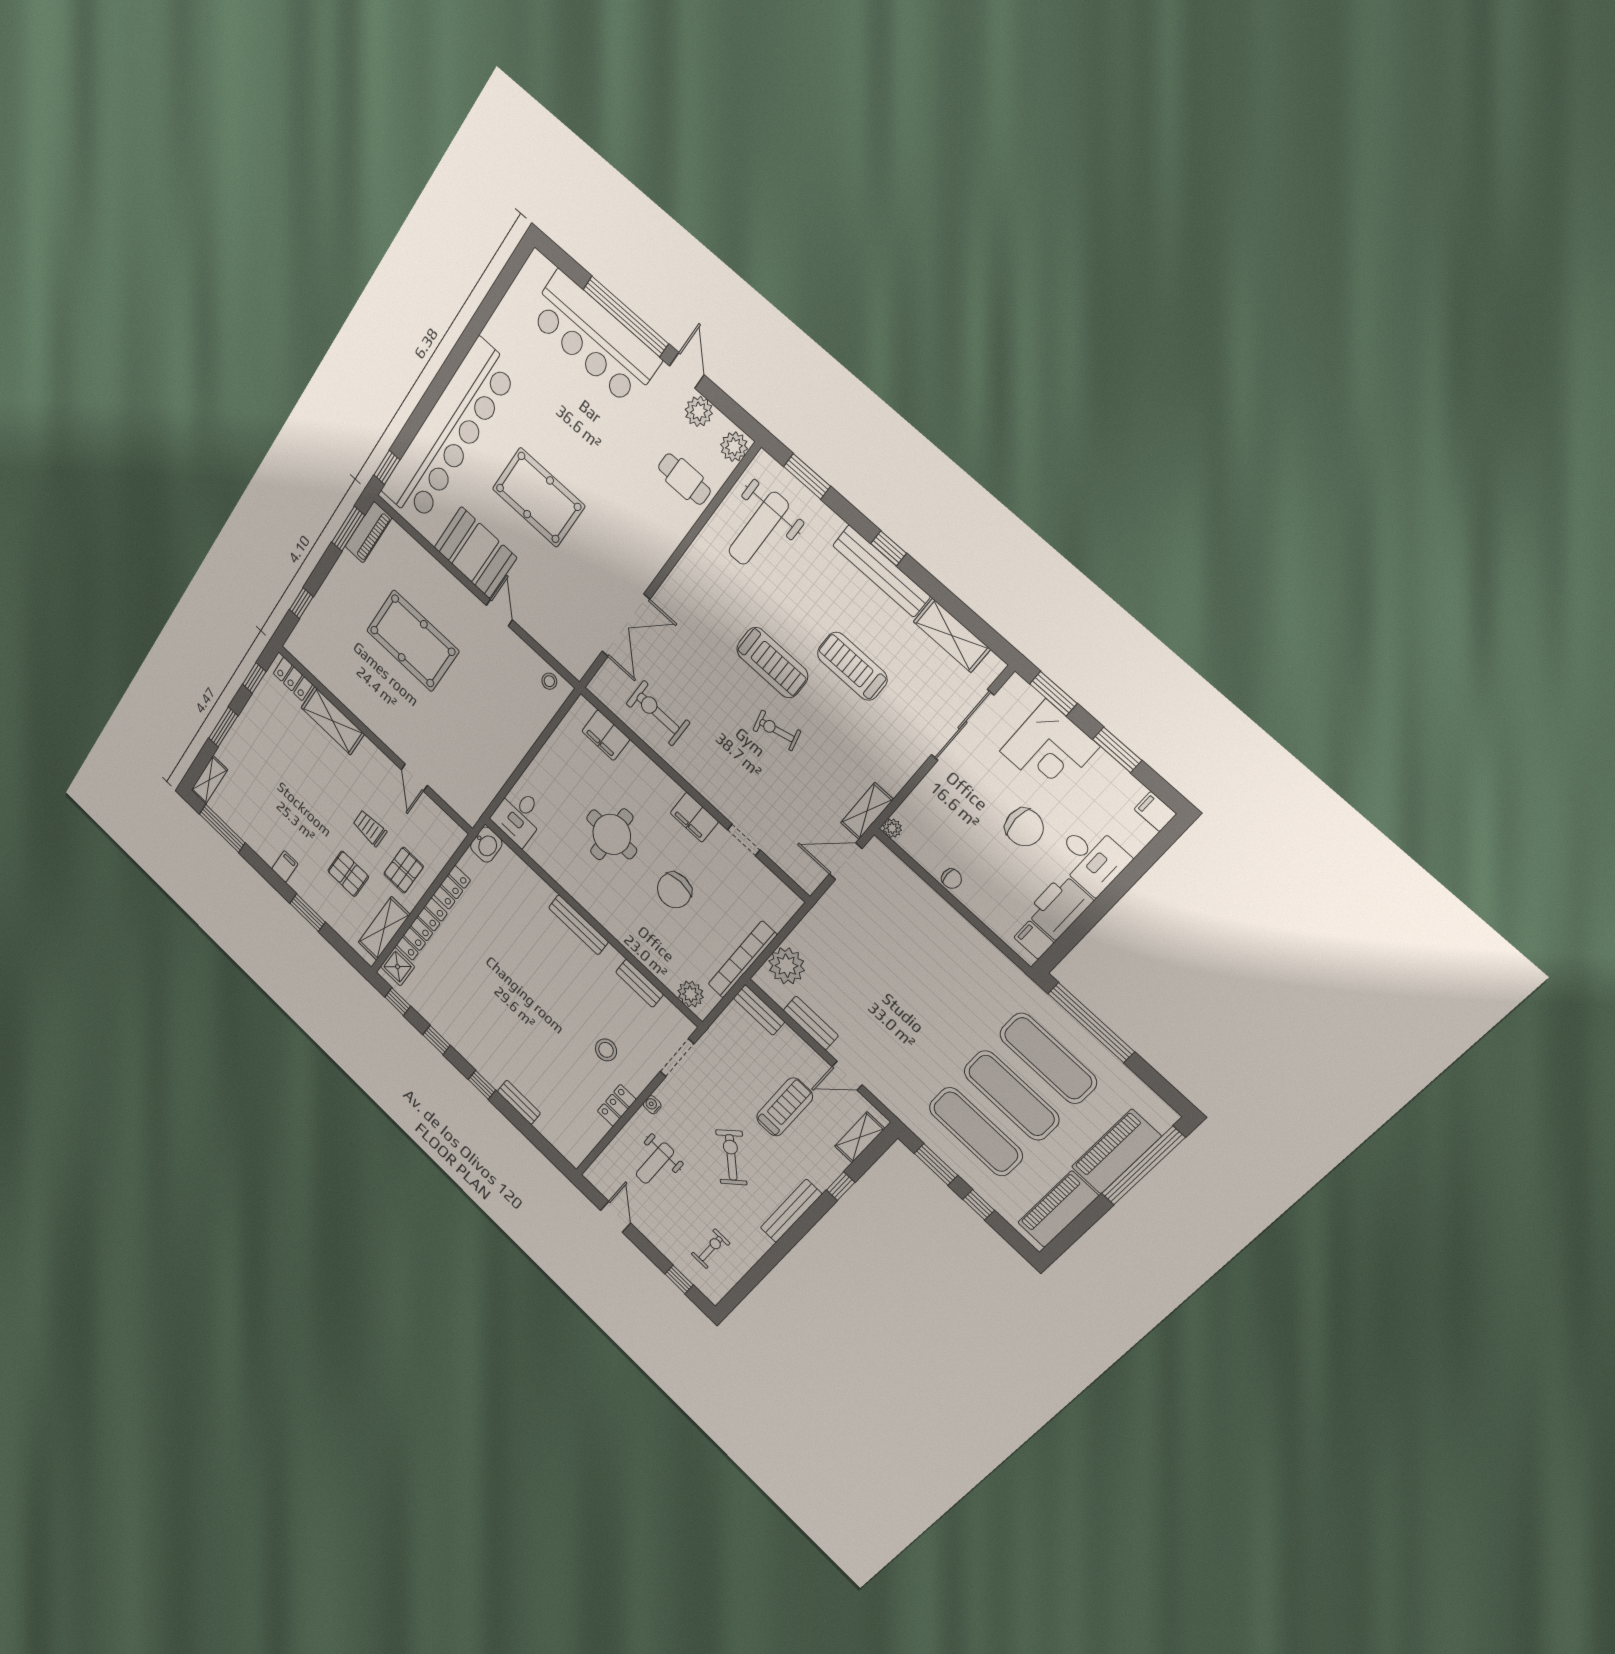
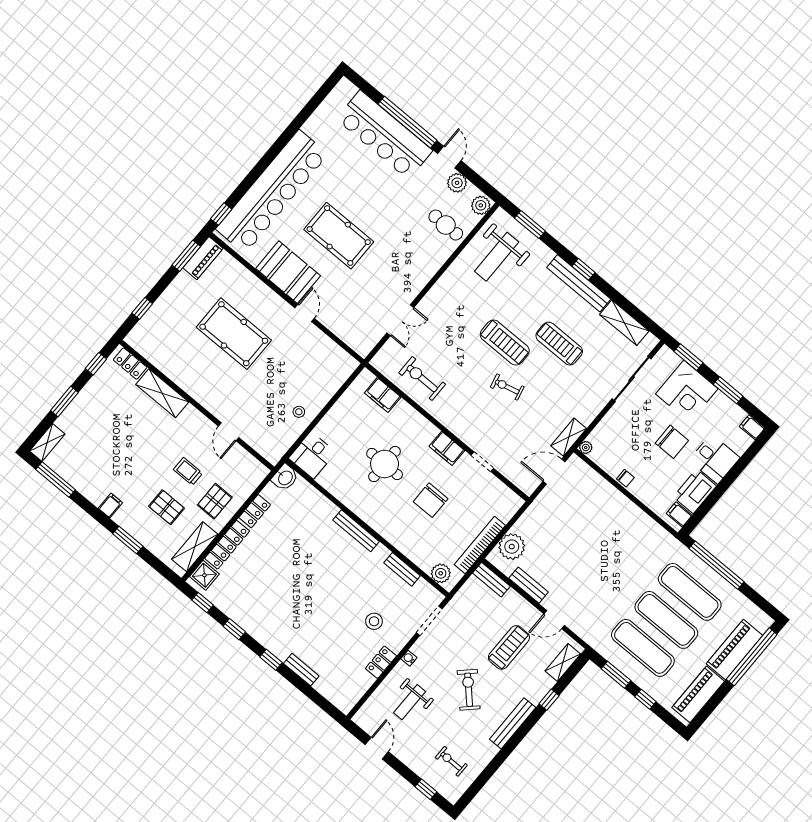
double door: (626, 625) -> (400, 320), width x0.73
stool: (549, 681) -> (299, 412), moved
exercise bike: (711, 1249) -> (451, 761), turned -90

